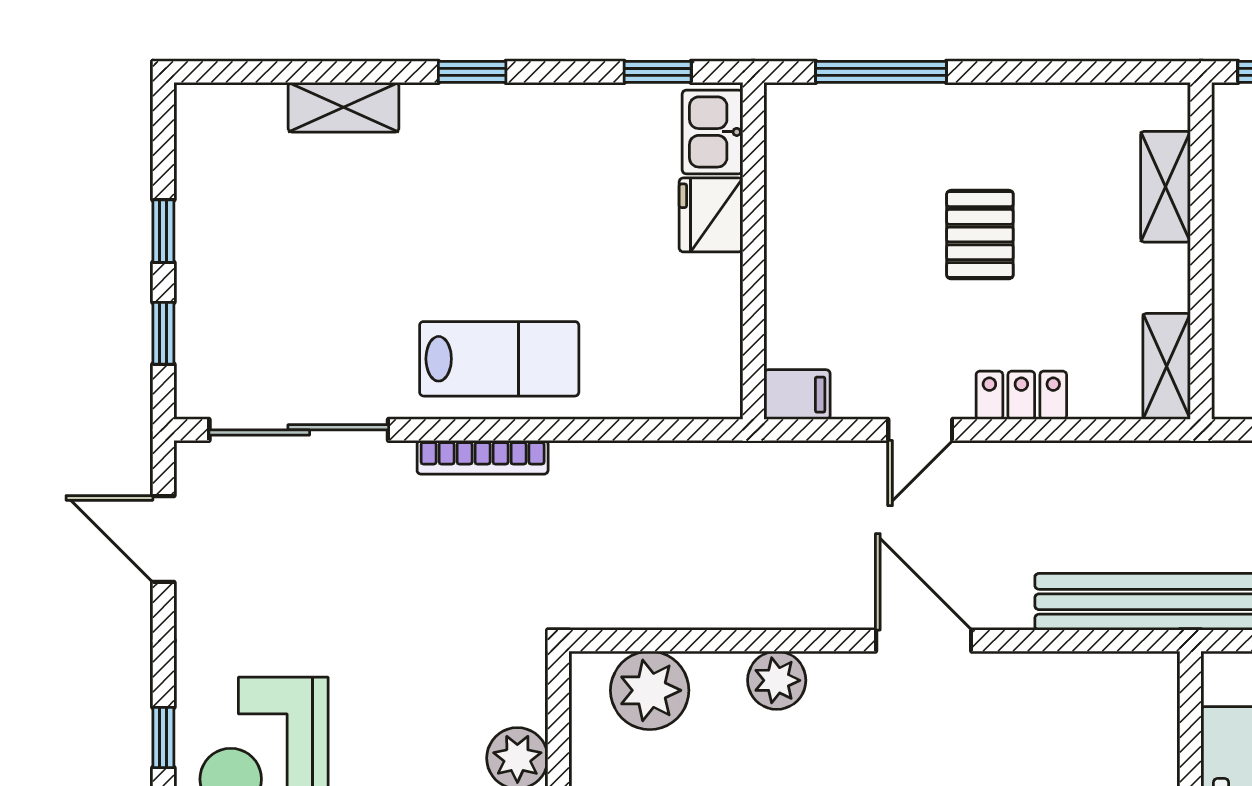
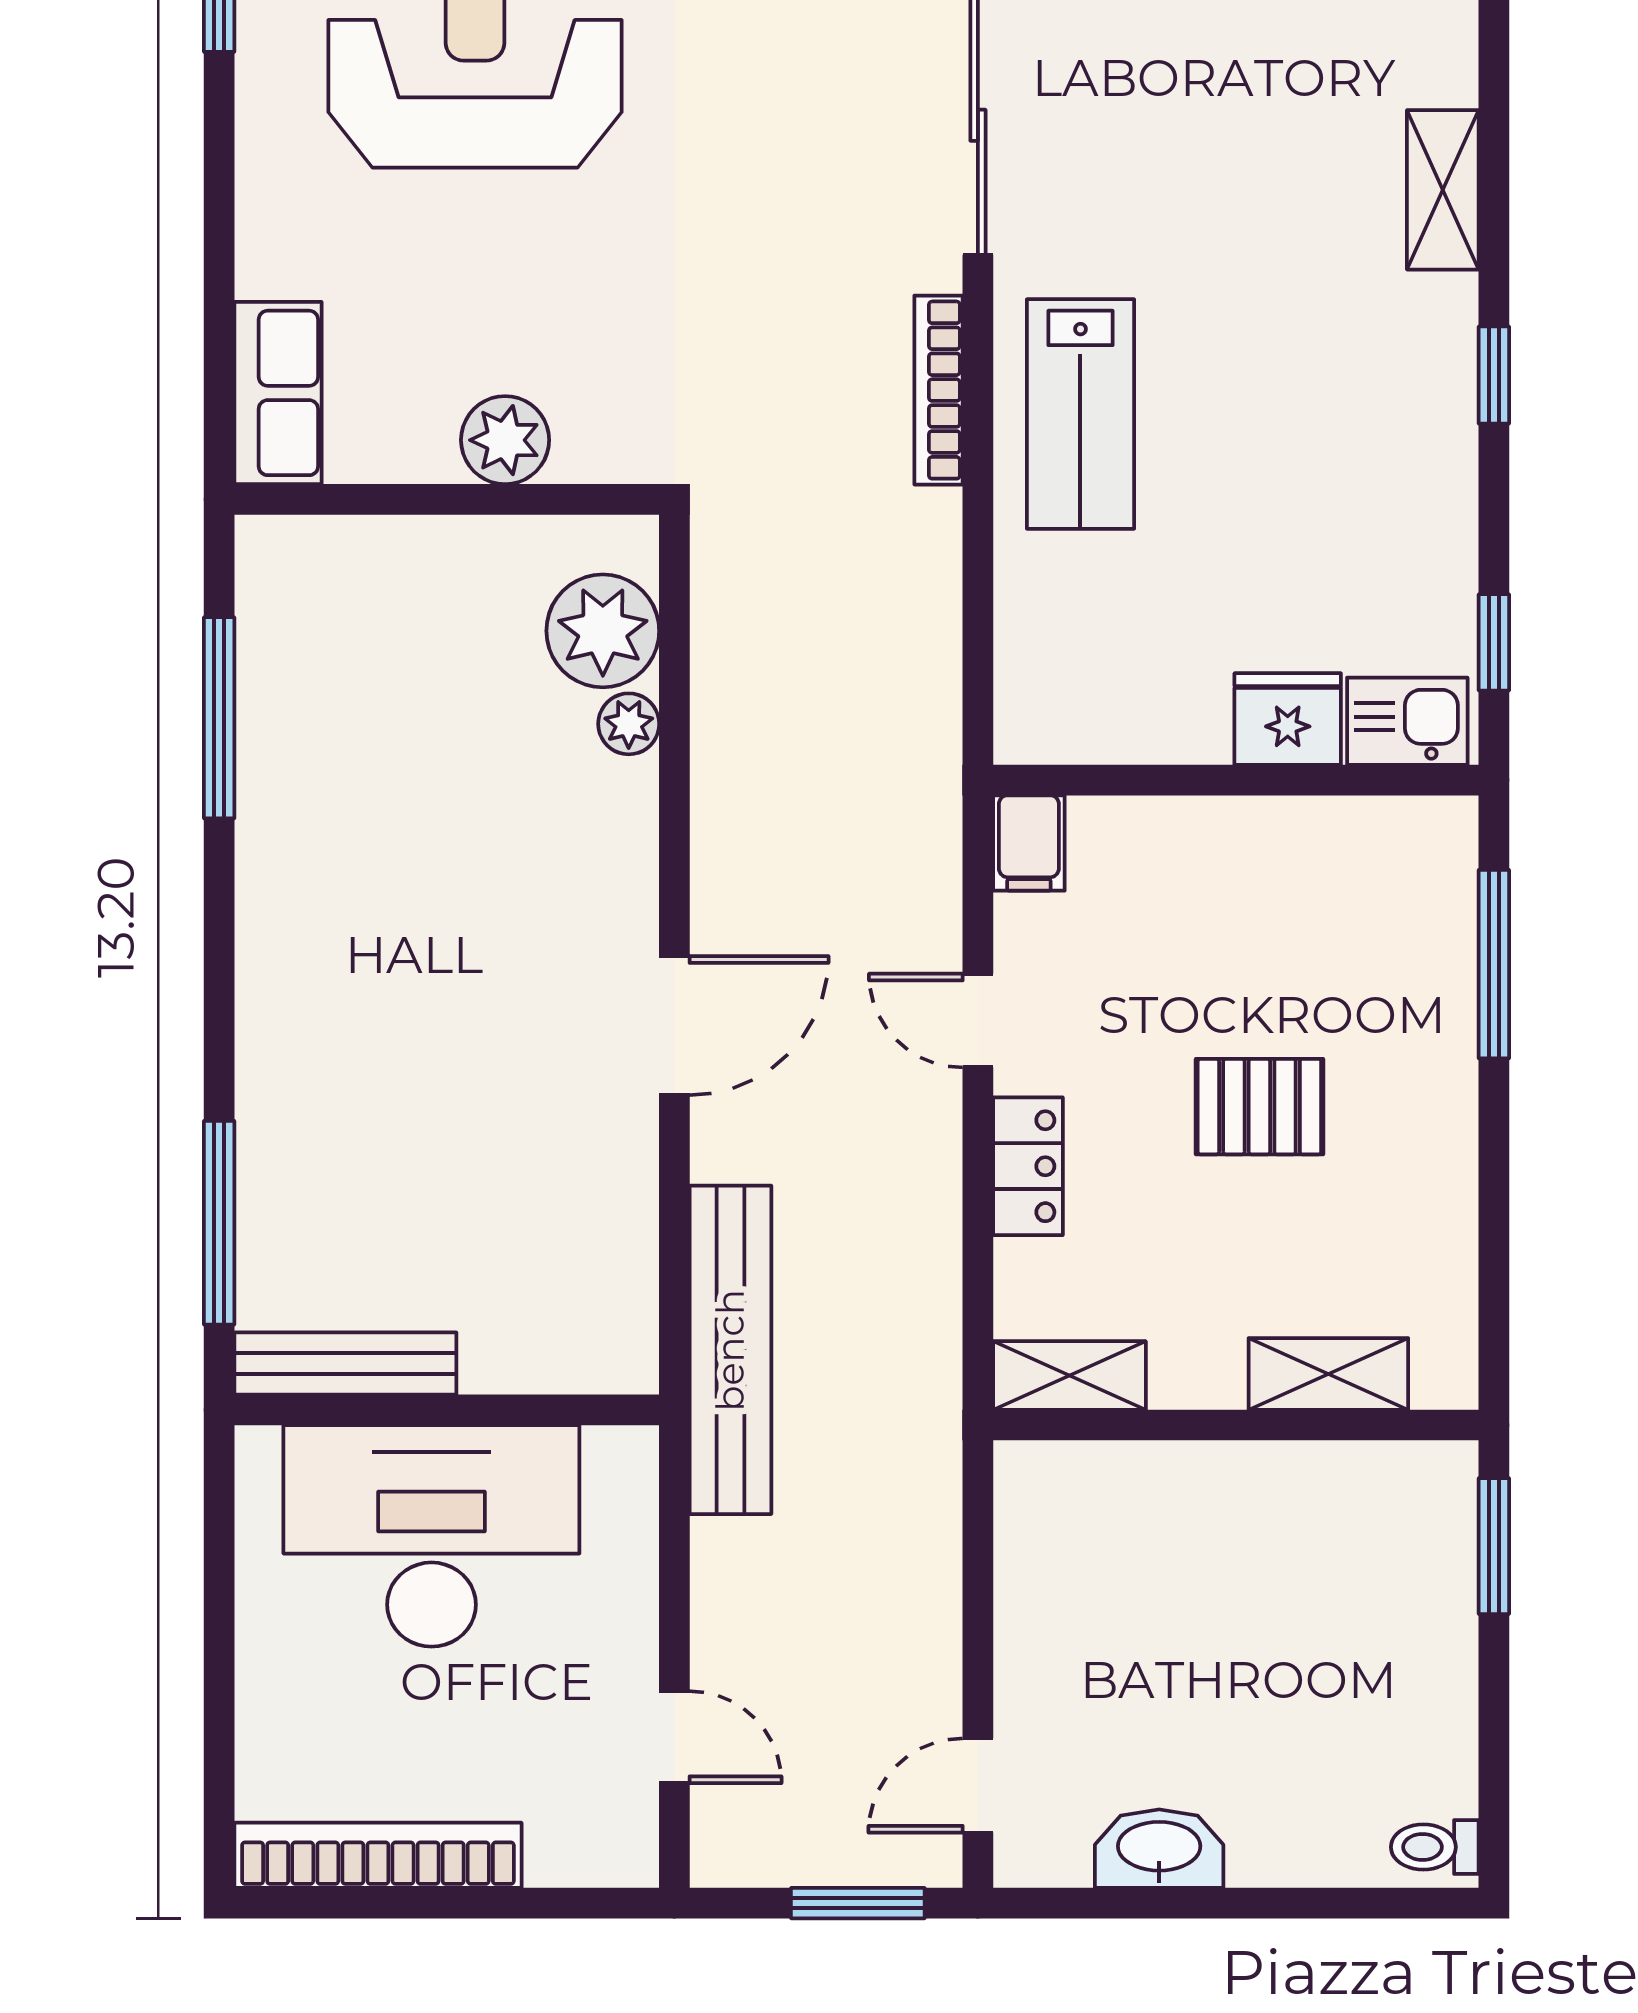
plant: (777, 680) -> (629, 724), moved, width x0.73, depth x0.73

